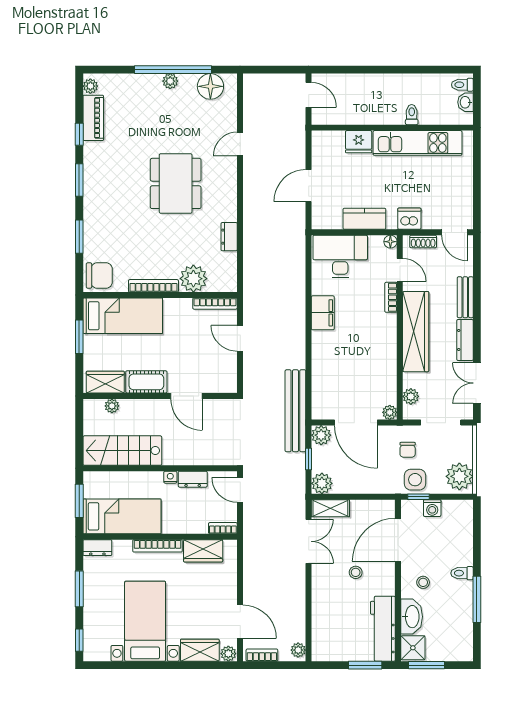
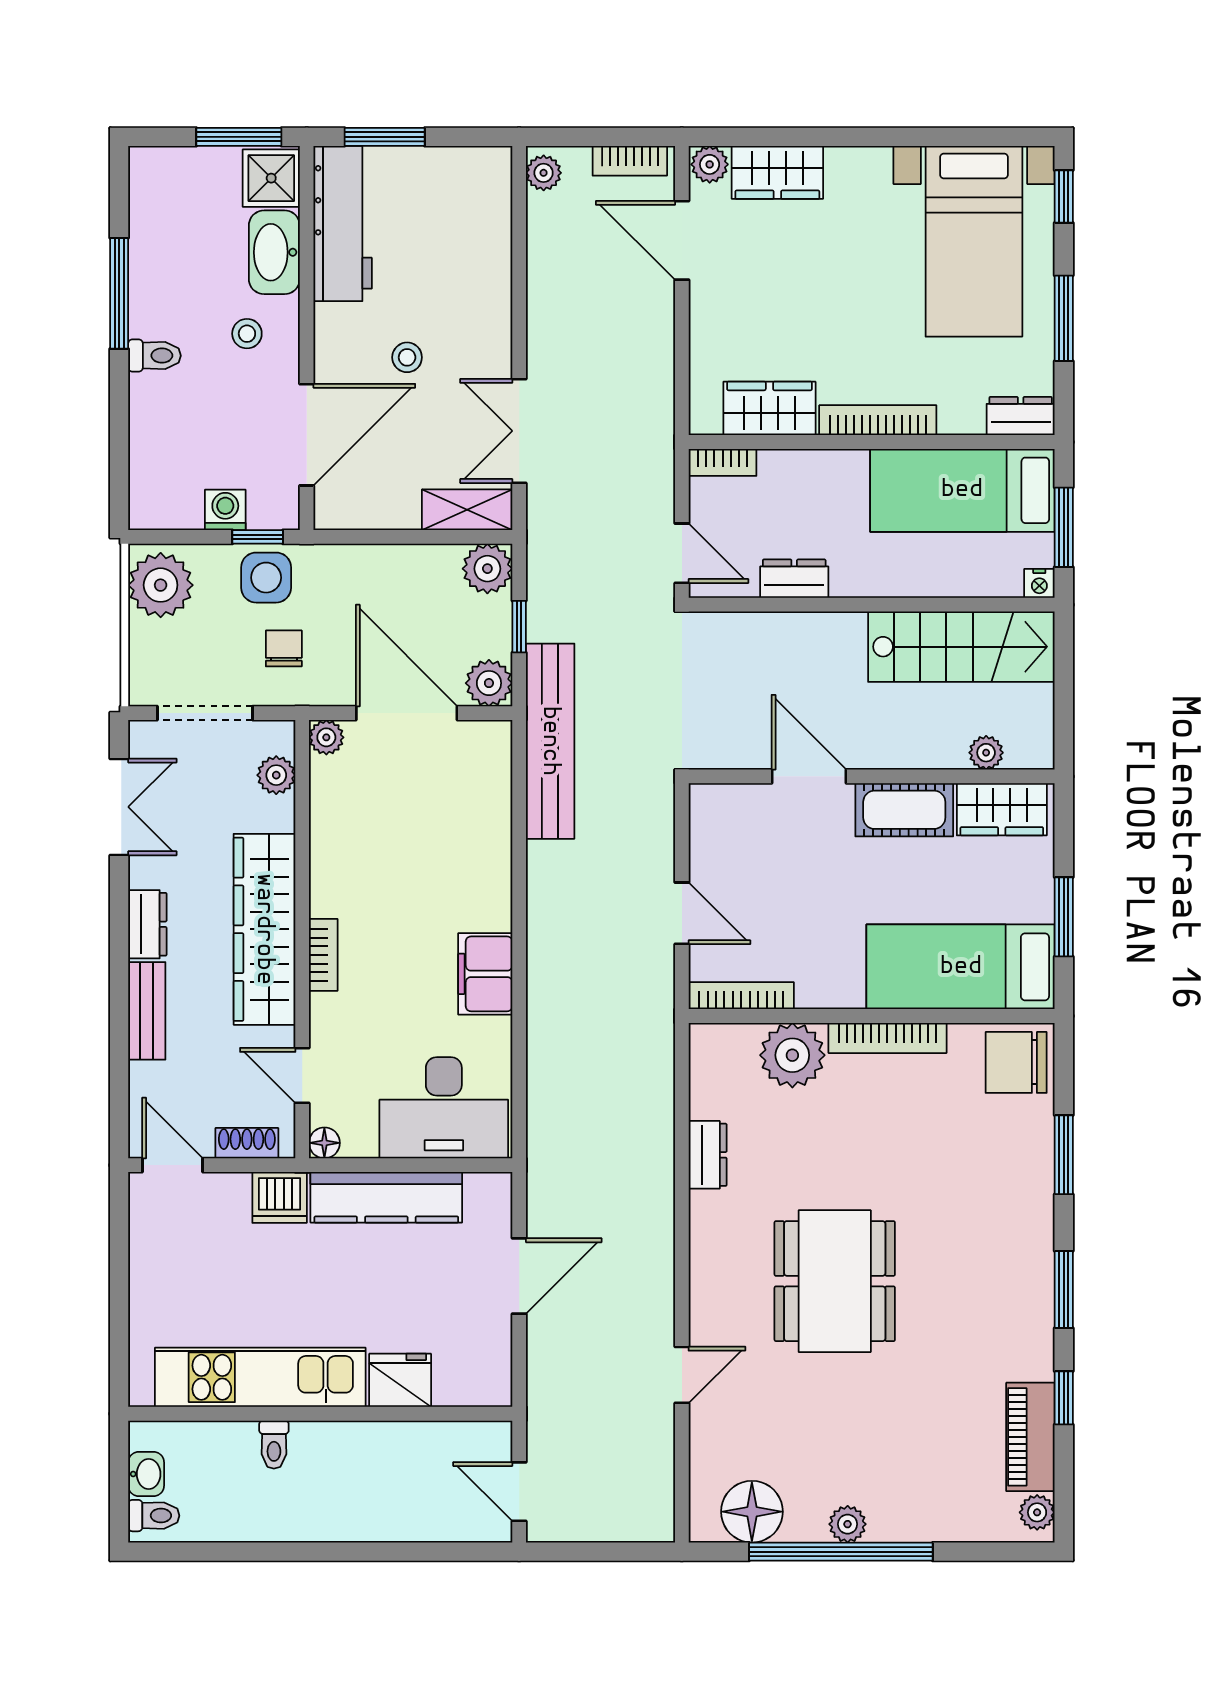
kitchen counter: (364, 219) -> (386, 1197), width x1.50
bookcase: (391, 297) -> (323, 955), moved
dresser: (465, 340) -> (147, 924), width x0.70
nightstand: (170, 477) -> (1039, 583), moved
bed with nightstands: (145, 621) -> (974, 241), moved

